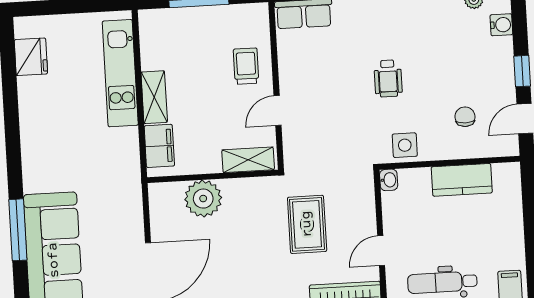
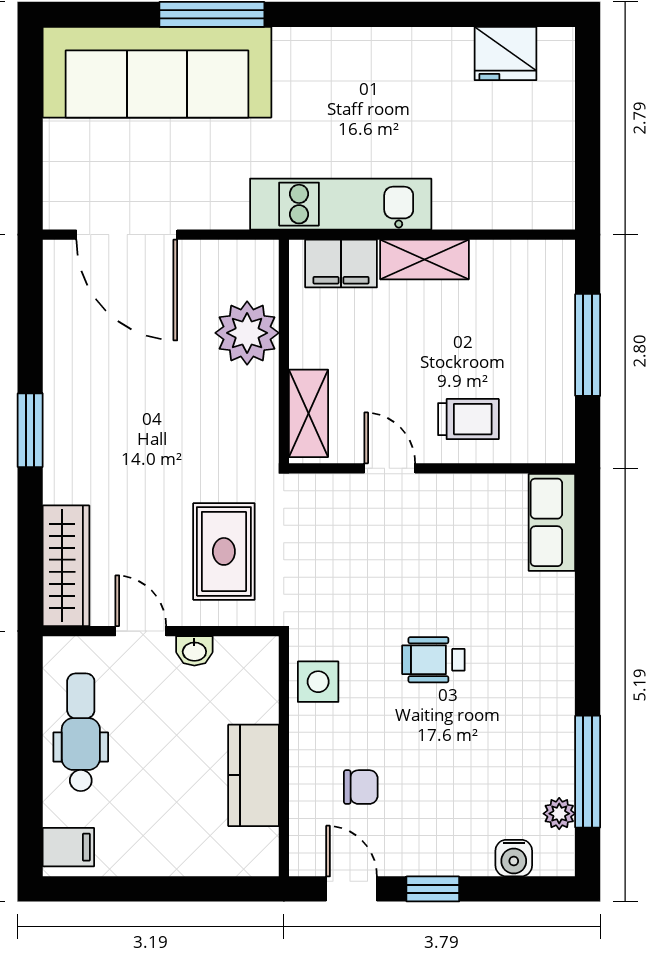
kitchen unit: (120, 73) -> (341, 204), moved
washbasin: (389, 180) -> (194, 651), moved
rug: (307, 224) -> (224, 551), moved, turned 90

